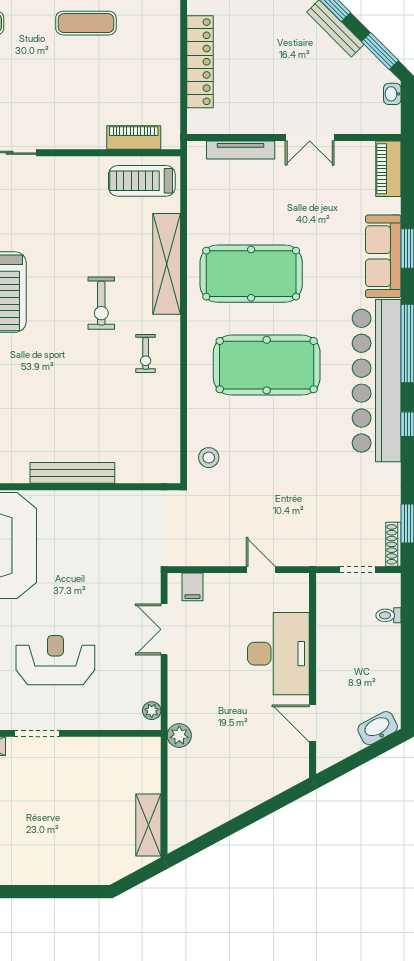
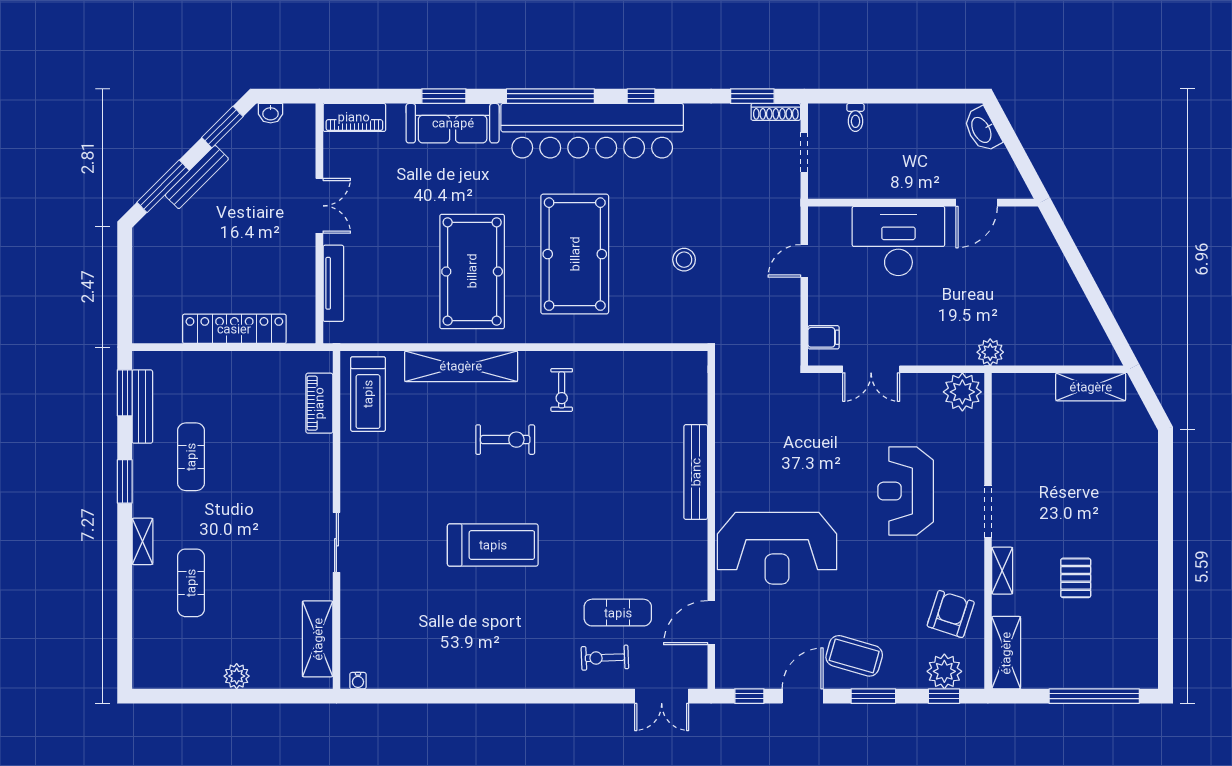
exercise bike: (146, 353) -> (562, 390), turned 90
stool: (209, 458) -> (684, 260), moved
plant: (152, 711) -> (962, 392), width x1.88, depth x1.88

